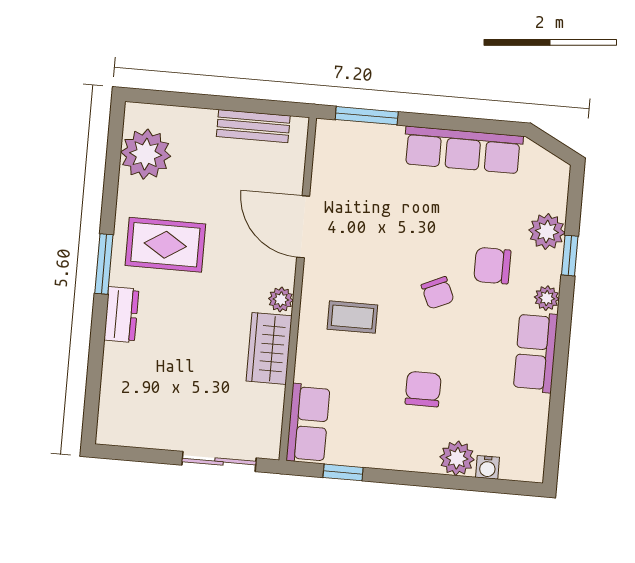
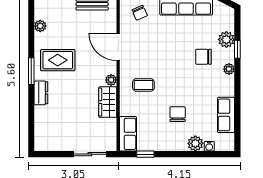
plant: (146, 154) -> (40, 26), width x0.53, depth x0.53
chair: (438, 293) -> (140, 13), moved
row of seats: (536, 352) -> (226, 115), moved

